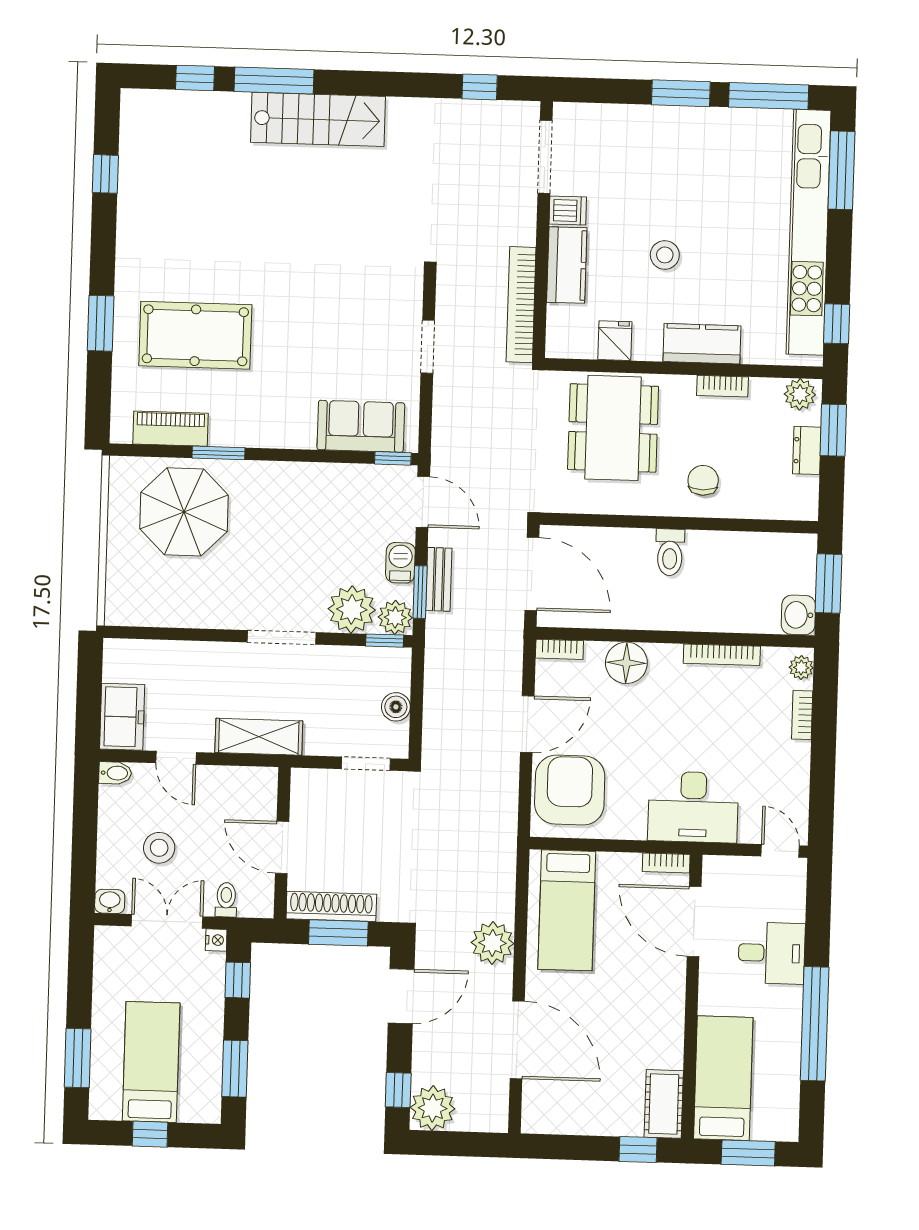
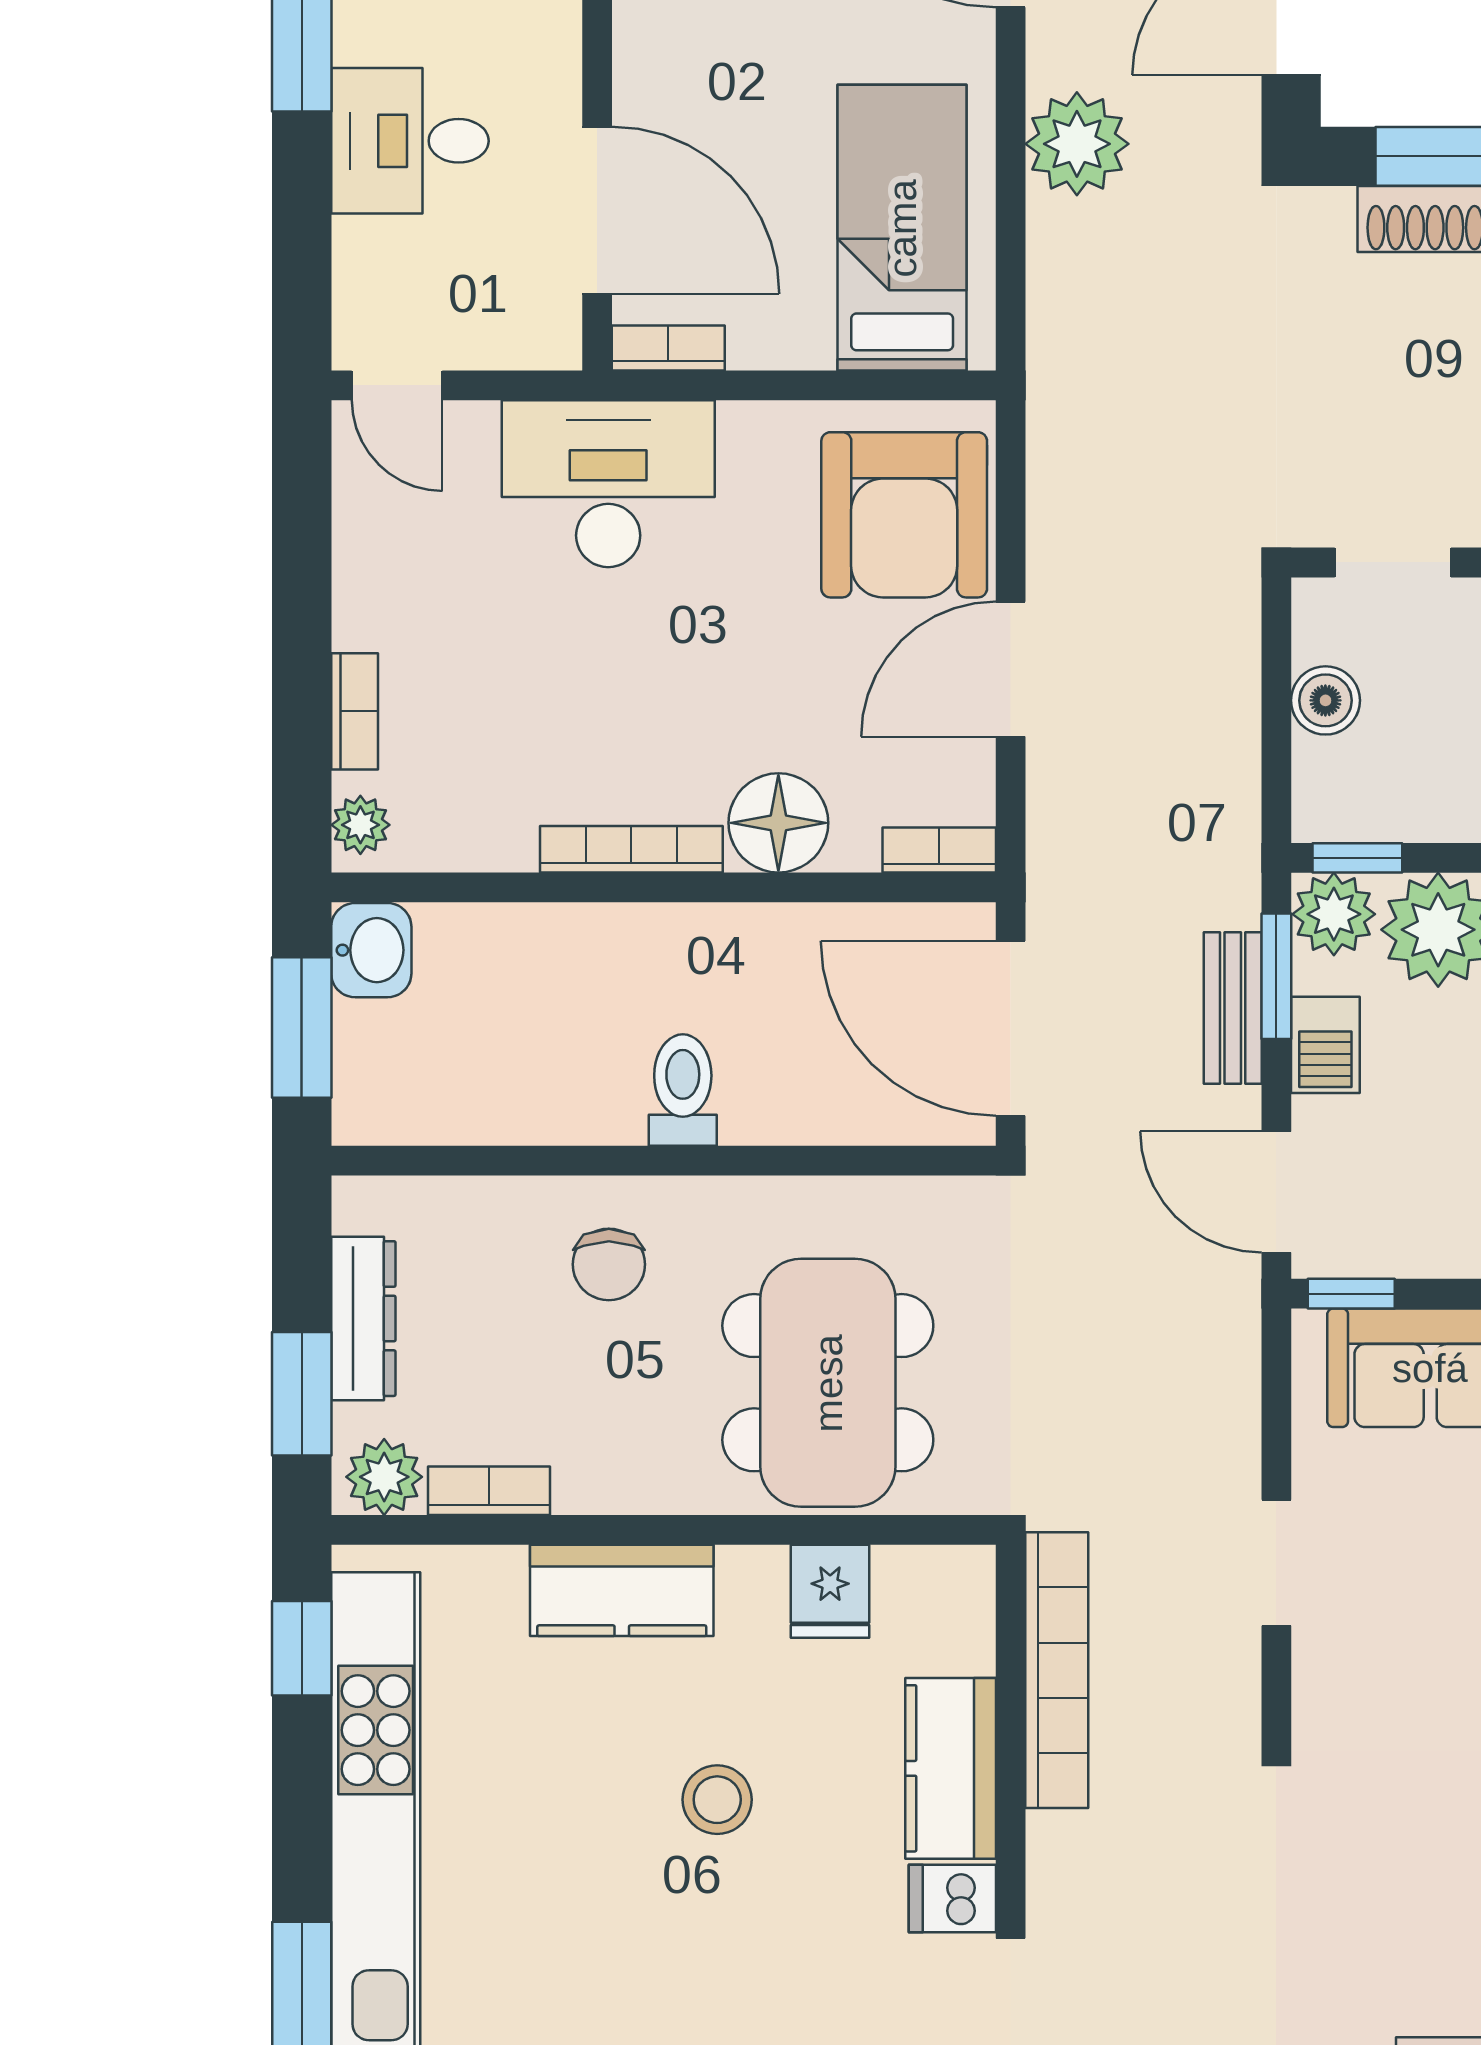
bookcase: (722, 386) -> (489, 1491), moved
dresser: (807, 450) -> (363, 1319), width x1.44
bookcase: (722, 655) -> (631, 849), moved

